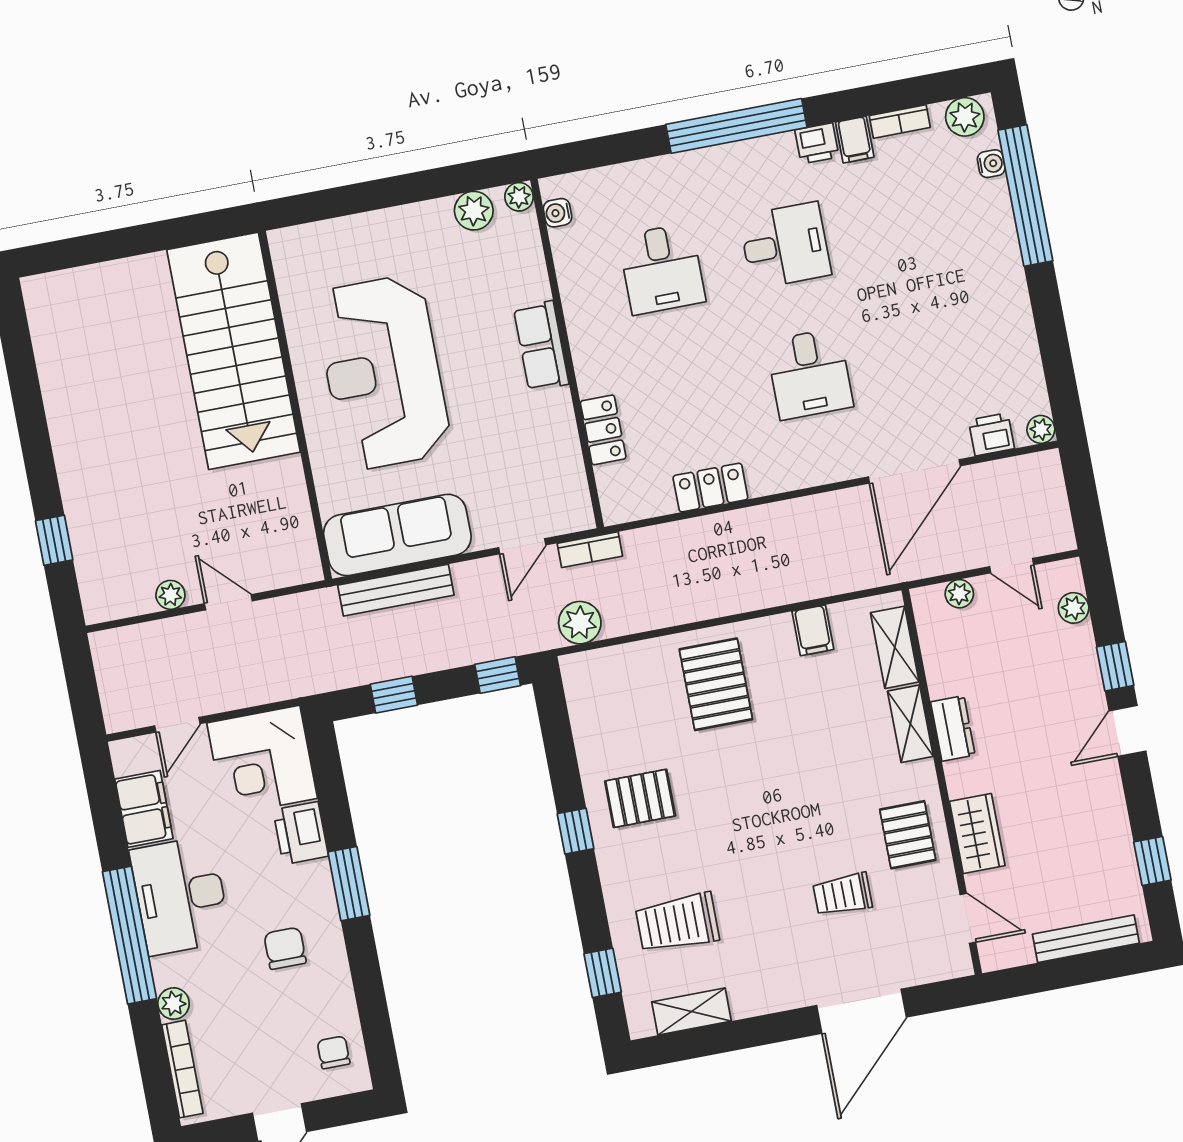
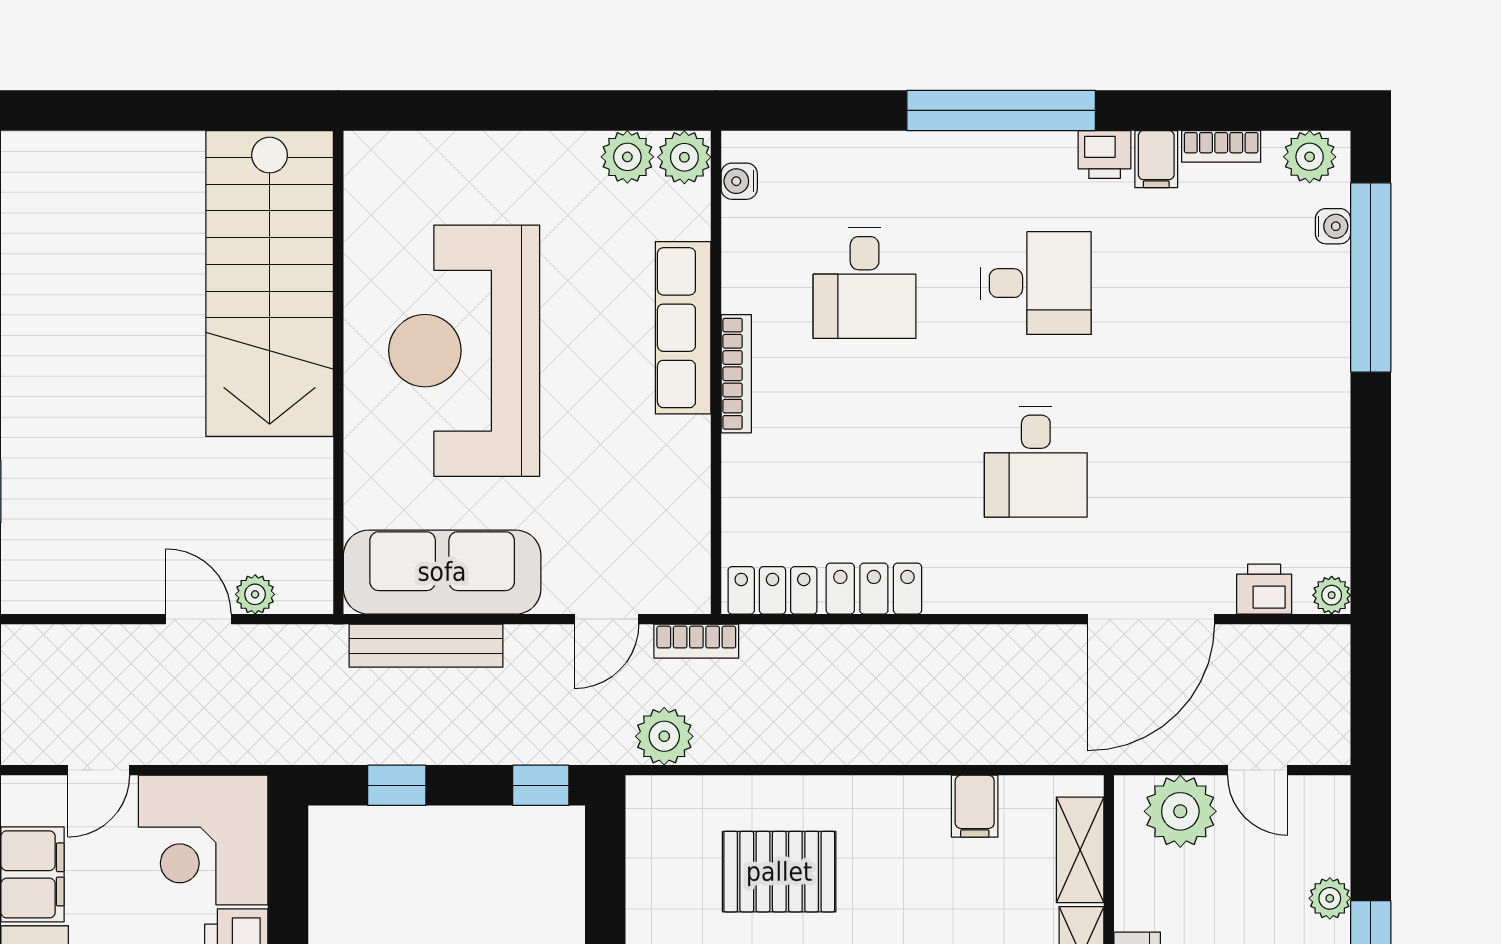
plant: (519, 197) -> (684, 157), width x1.38, depth x1.38
row of seats: (541, 346) -> (683, 328), width x1.48
bookcase: (582, 352) -> (736, 374), added
locker: (603, 430) -> (773, 590), moved, turned -90
plant: (959, 594) -> (1180, 811), width x1.88, depth x1.88
plant: (170, 595) -> (255, 594), moved
plant: (1074, 608) -> (1330, 898), moved
pallet: (716, 684) -> (779, 872), moved, turned 90

